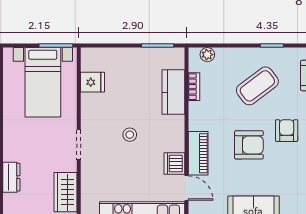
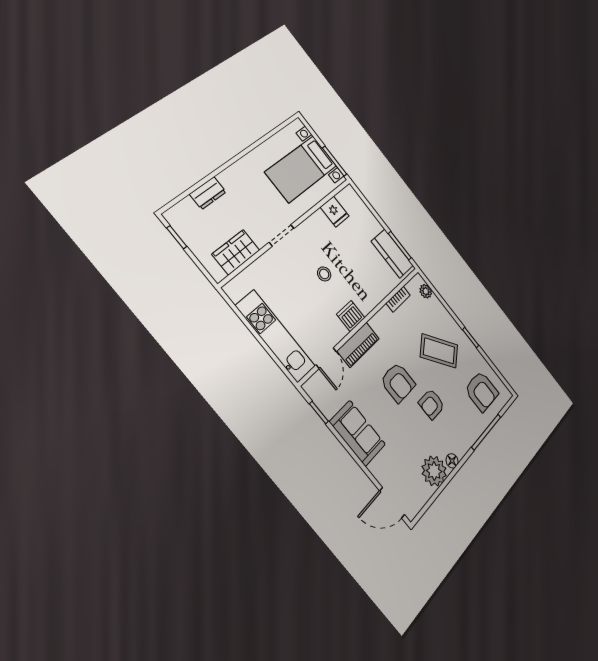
kitchen counter: (173, 92) -> (392, 253), moved, turned -90
armchair: (287, 131) -> (432, 404), turned 180
dishwasher: (174, 164) -> (351, 316), moved

